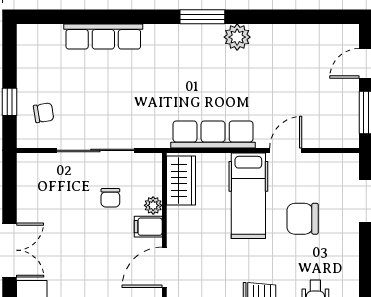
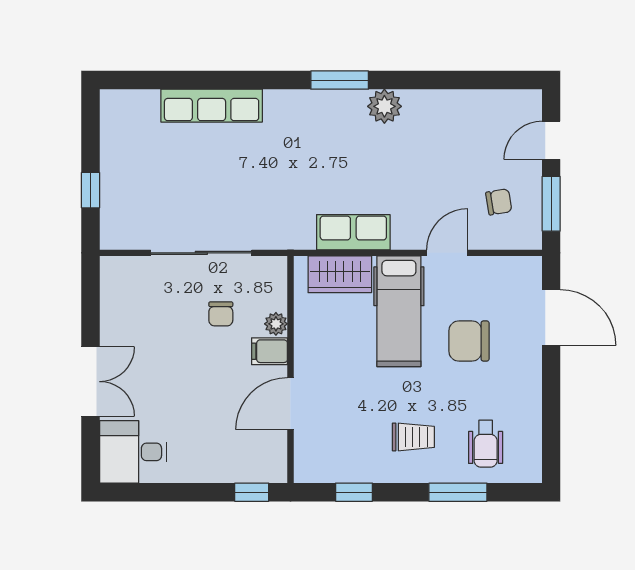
chair: (44, 113) -> (499, 202), moved
row of seats: (213, 134) -> (353, 232), width x0.68
wardrobe: (181, 181) -> (340, 274), moved, turned 90

